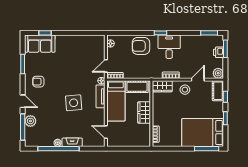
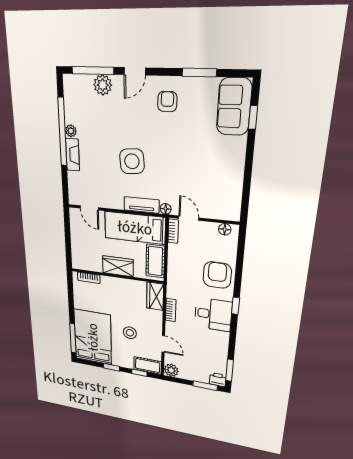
printer: (219, 52) -> (218, 380), moved
stool: (185, 90) -> (130, 333), moved
door: (106, 132) -> (89, 208), swing flipped

